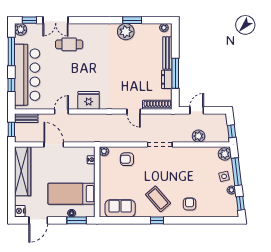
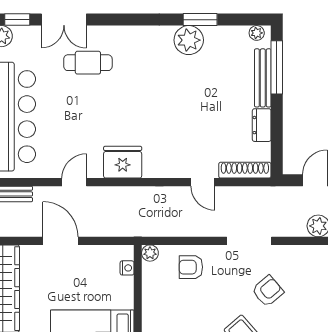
window: (175, 73) -> (277, 67), moved
armchair: (170, 173) -> (268, 291), added

